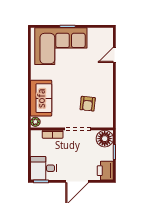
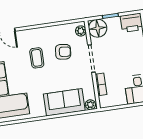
coffee table: (86, 79) -> (37, 58), added
plant: (104, 123) -> (81, 31), added

